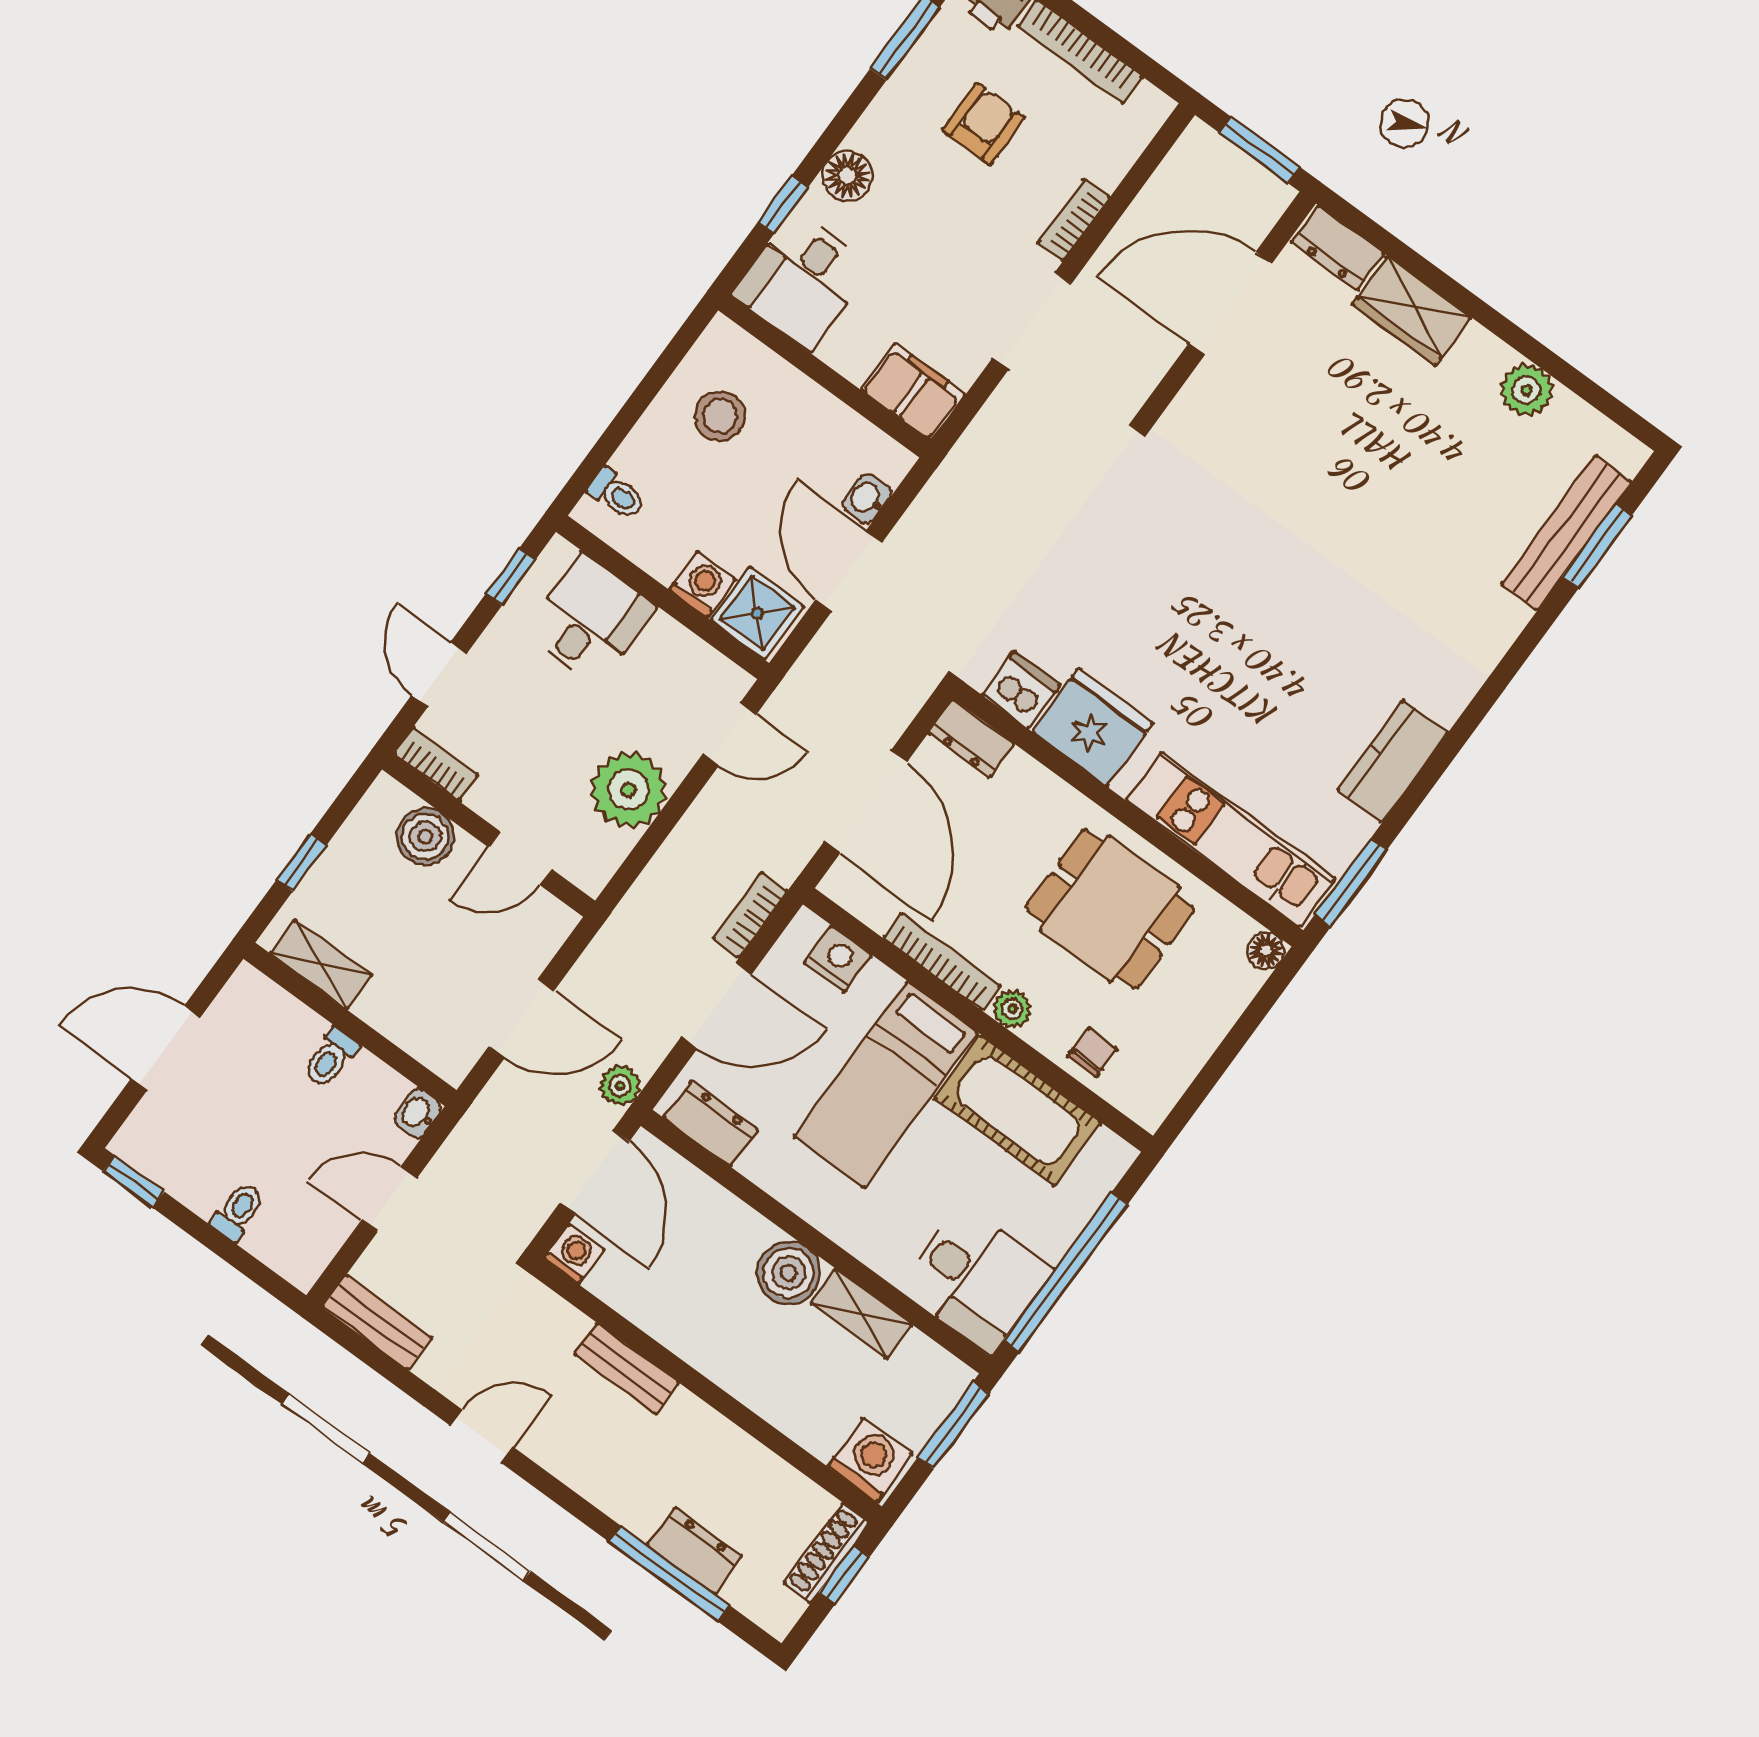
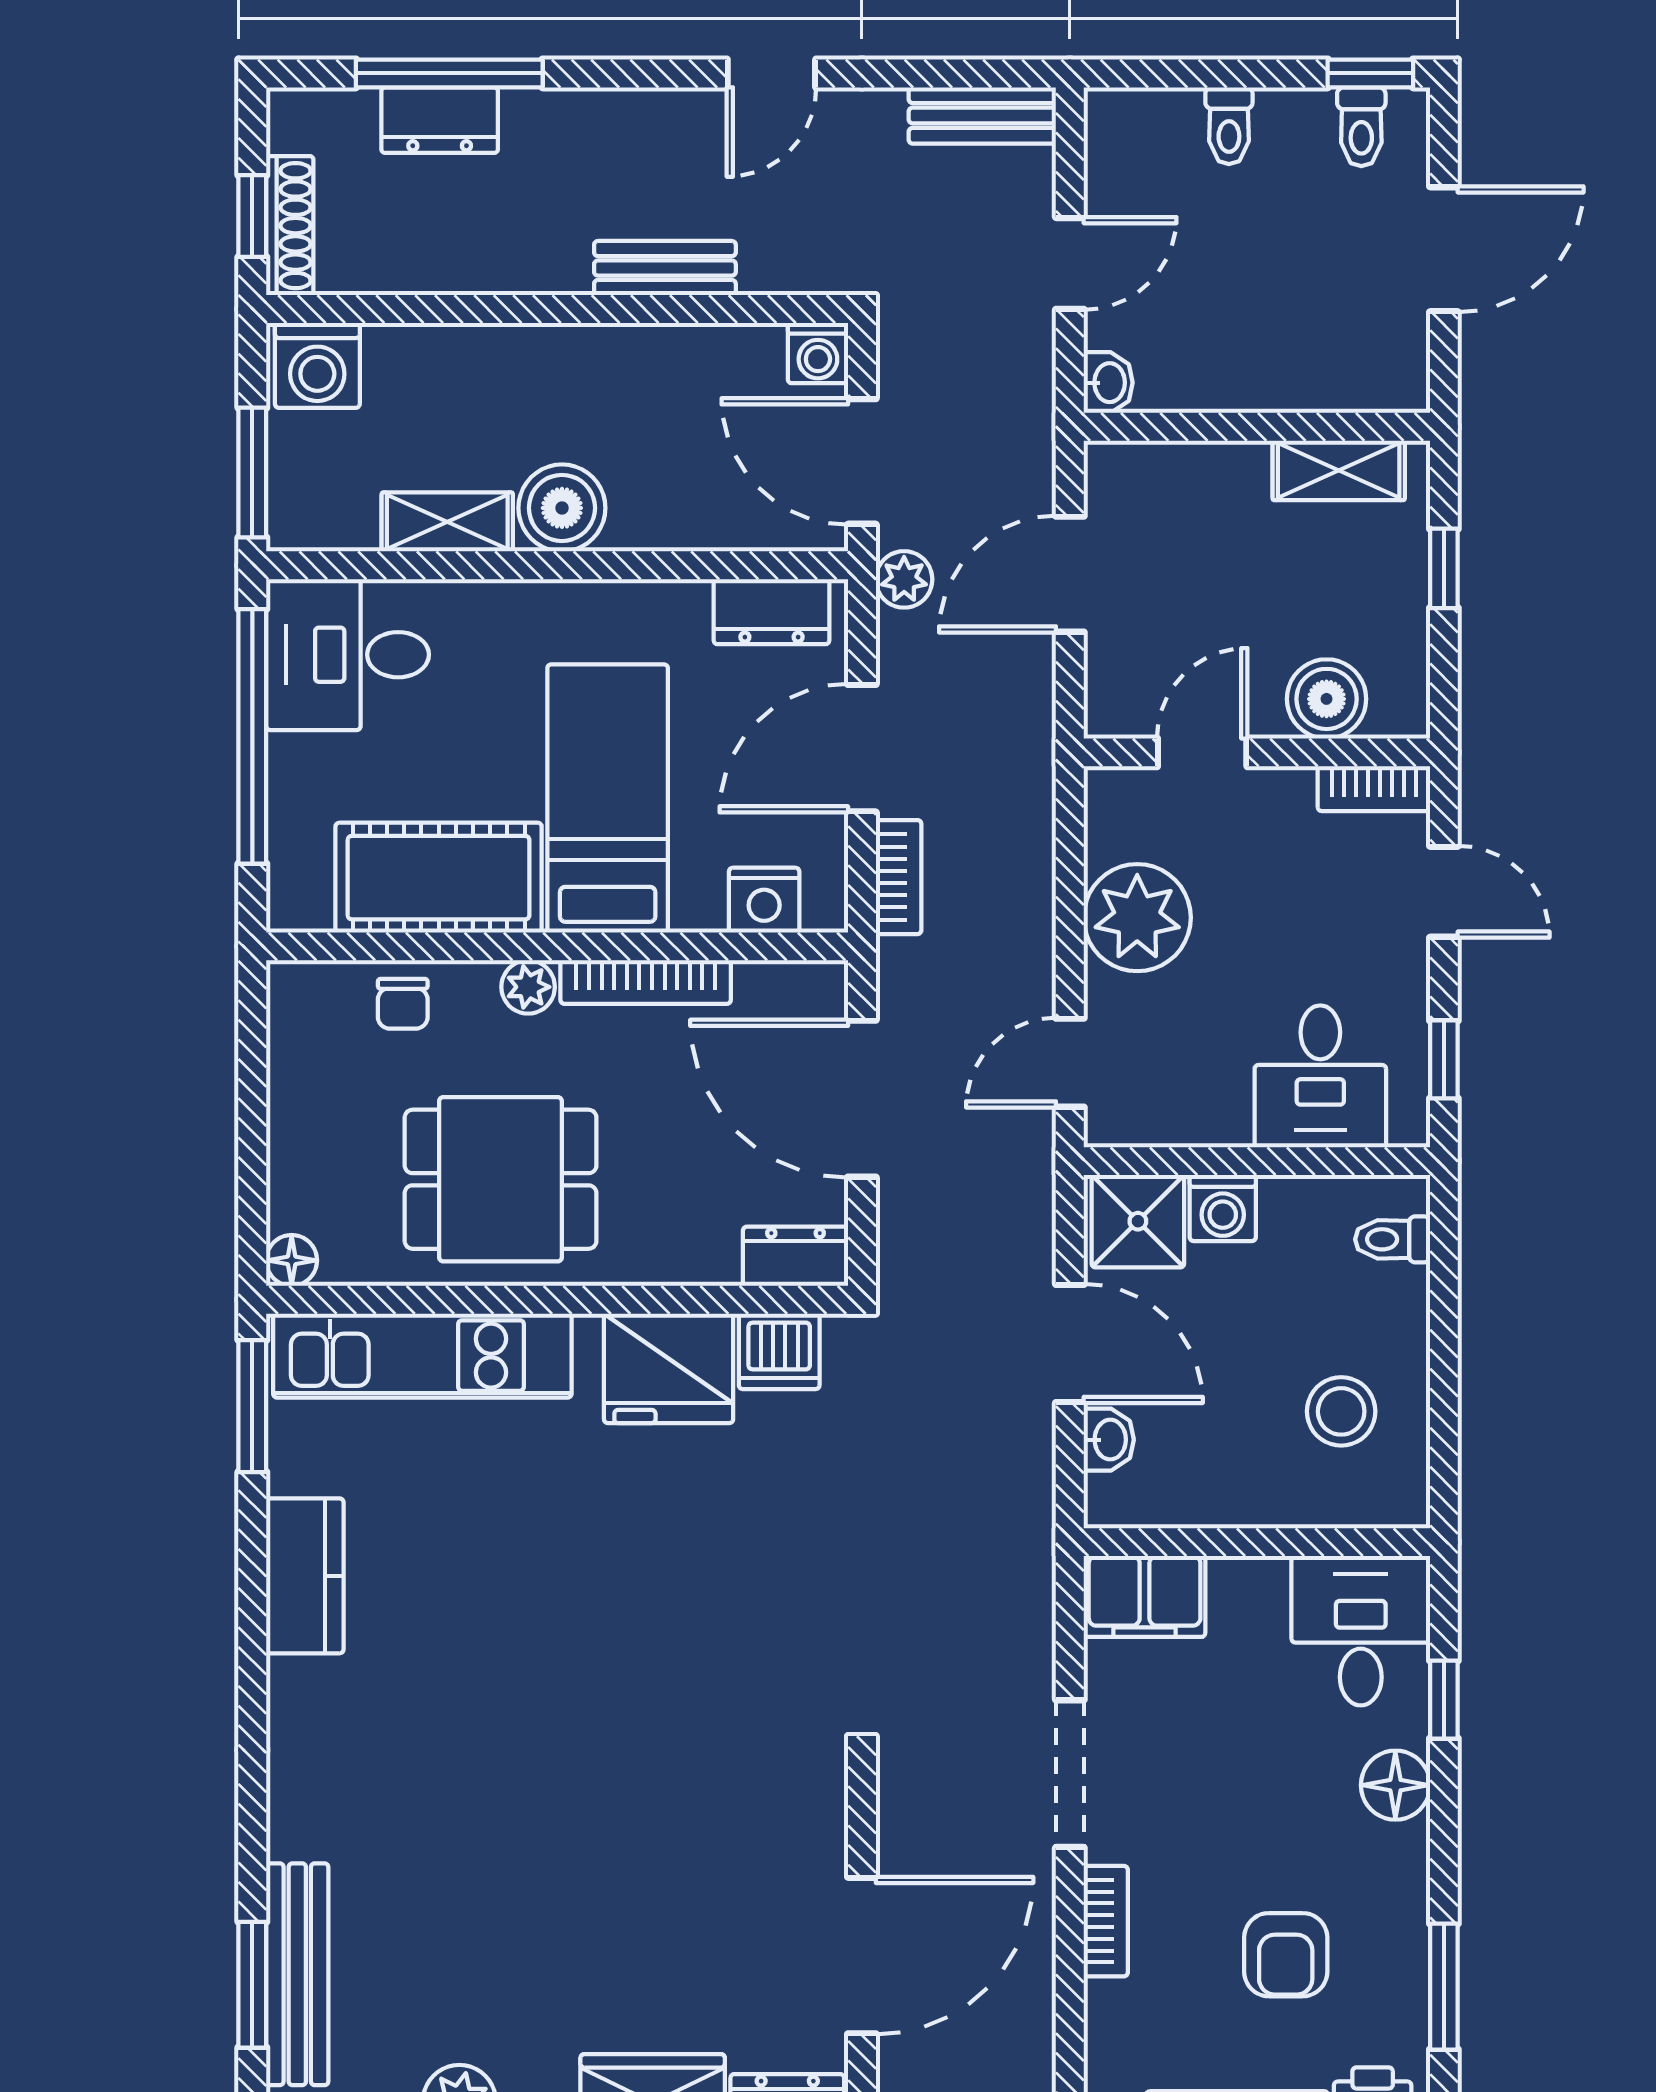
toilet: (331, 1058) -> (1361, 127), moved, turned 180

